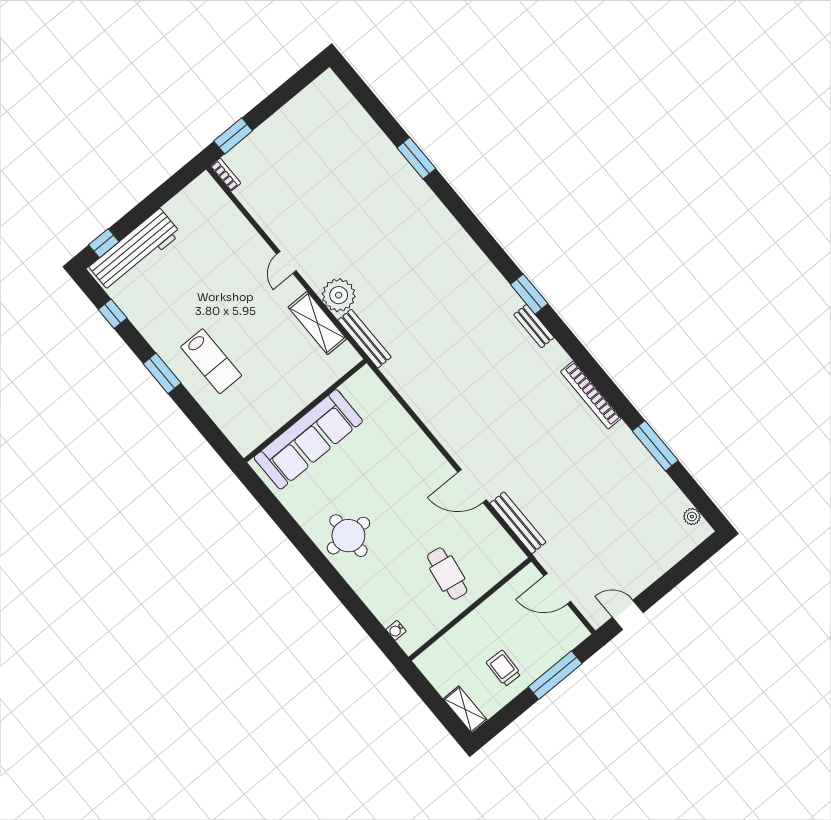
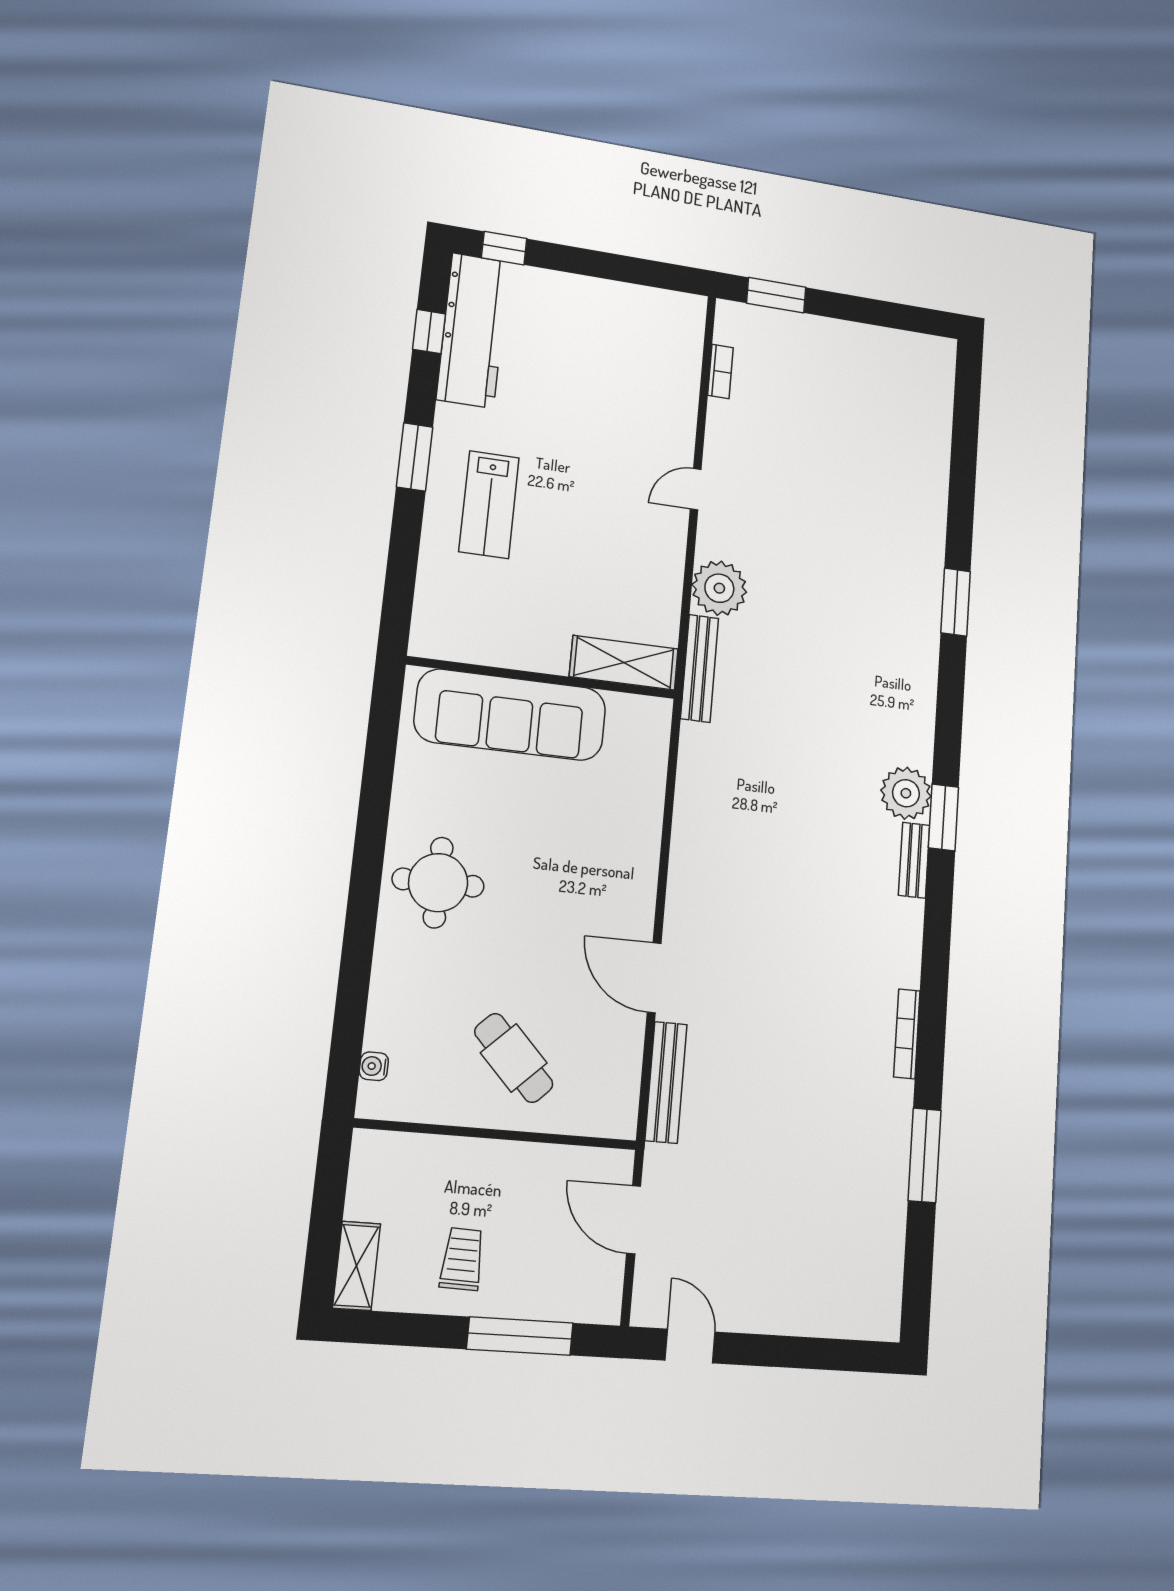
window: (416, 158) -> (956, 602), moved
bookcase: (225, 175) -> (721, 371), moved
workbench: (135, 250) -> (473, 330), moved, turned -90
shelving: (317, 323) -> (624, 663), moved, turned 90
bookcase: (591, 395) -> (907, 1034), width x0.68, depth x0.76
plant: (692, 517) -> (906, 793), moved, width x1.88, depth x1.88
cafe table: (447, 574) -> (514, 1058), turned -53

